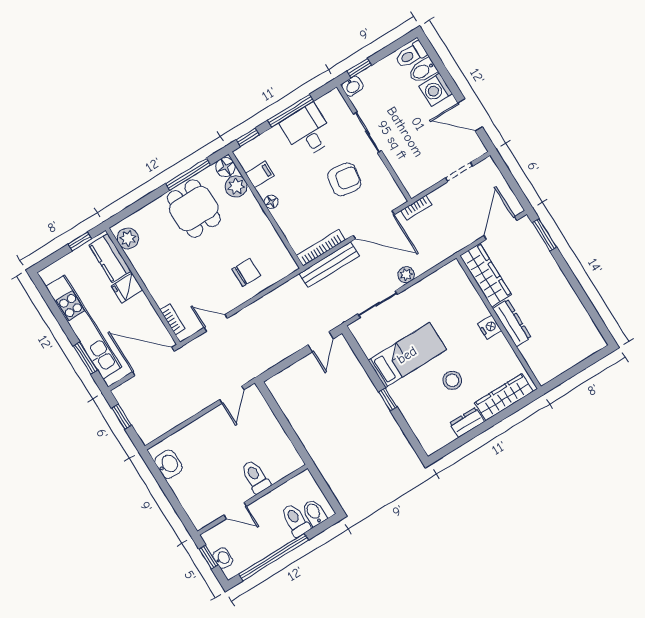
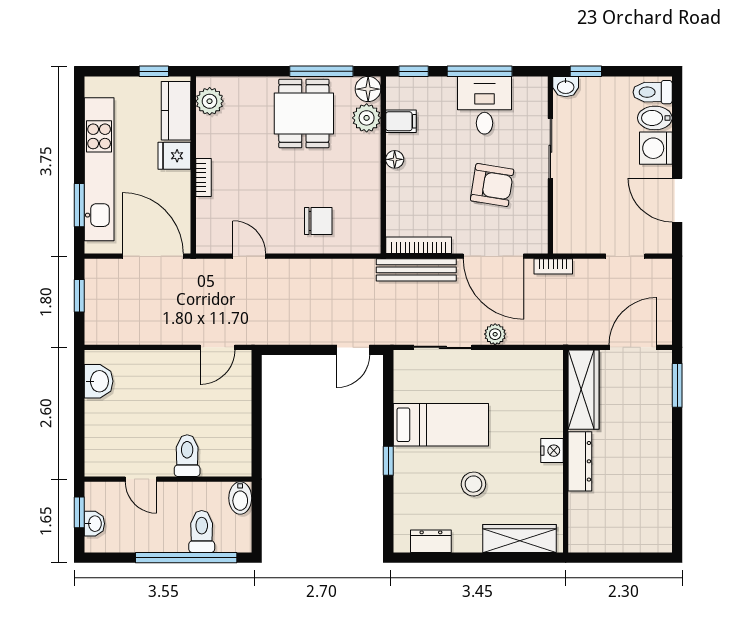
bookcase: (172, 319) -> (203, 177), moved
dresser: (467, 422) -> (431, 541), moved
bidet: (314, 513) -> (240, 498), moved, turned 180
window: (274, 557) -> (186, 558), moved

